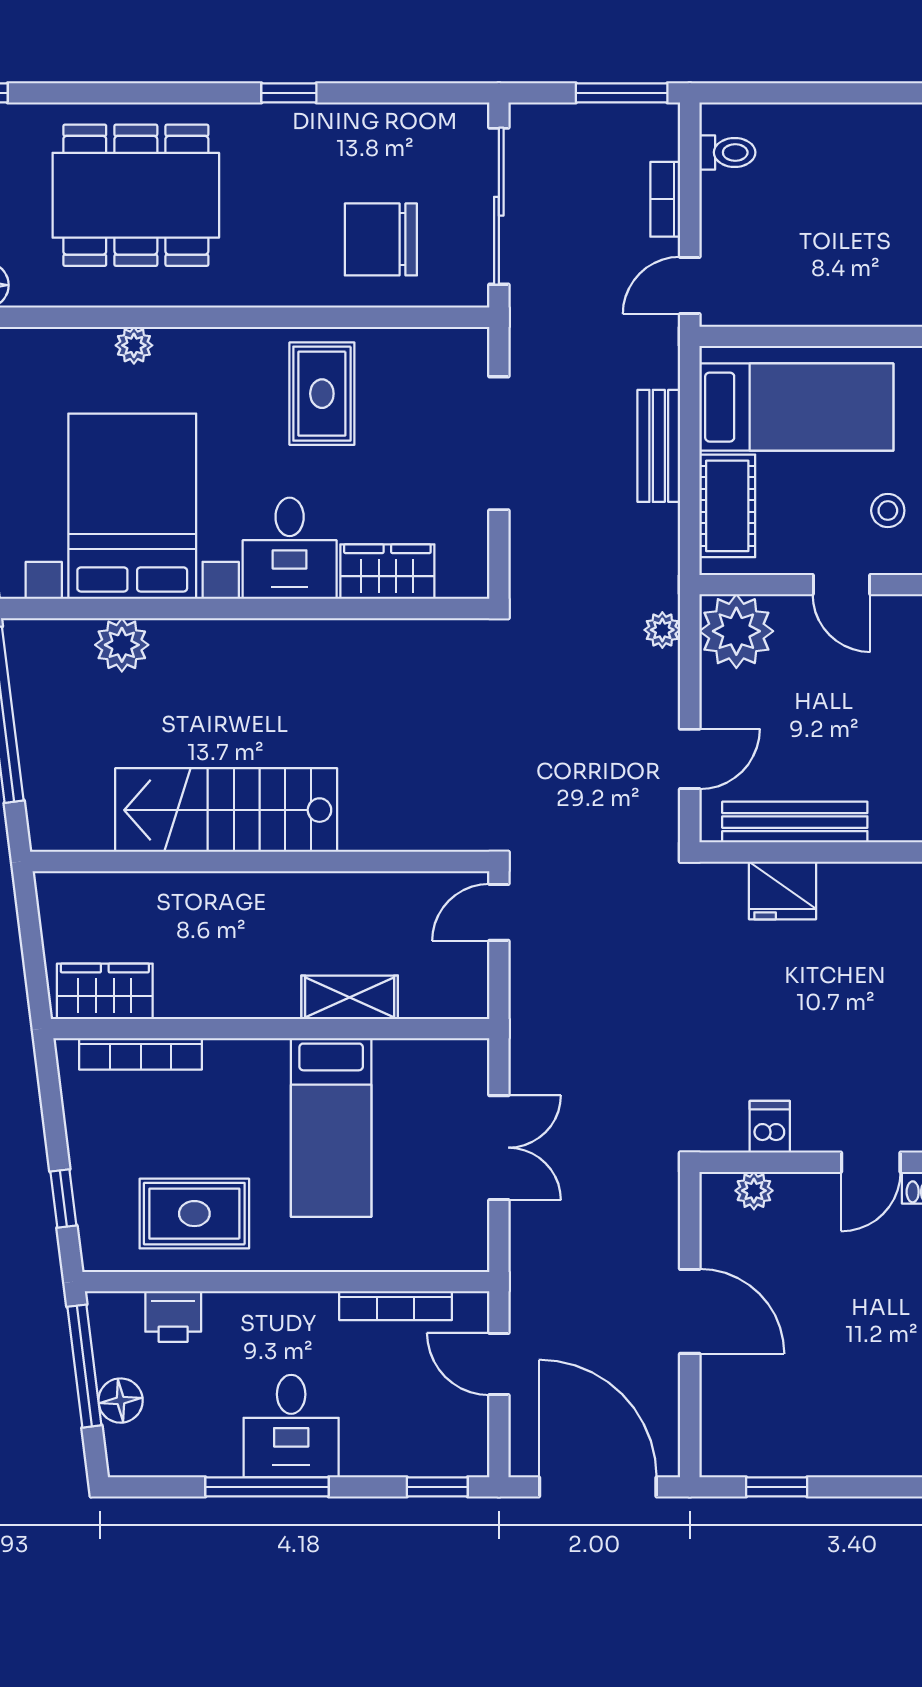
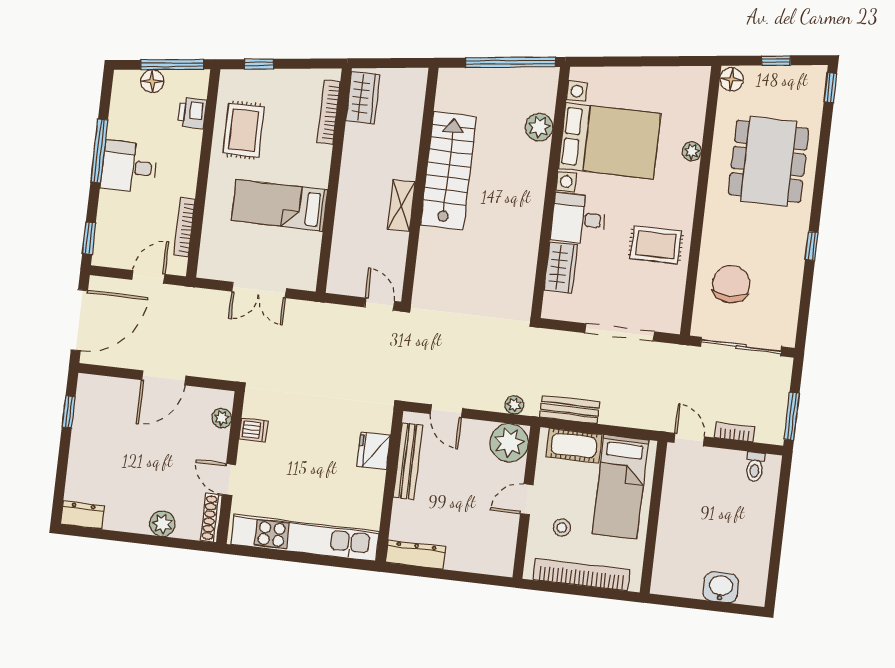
bench: (659, 446) -> (570, 410), moved
shelving: (350, 997) -> (401, 206), moved

